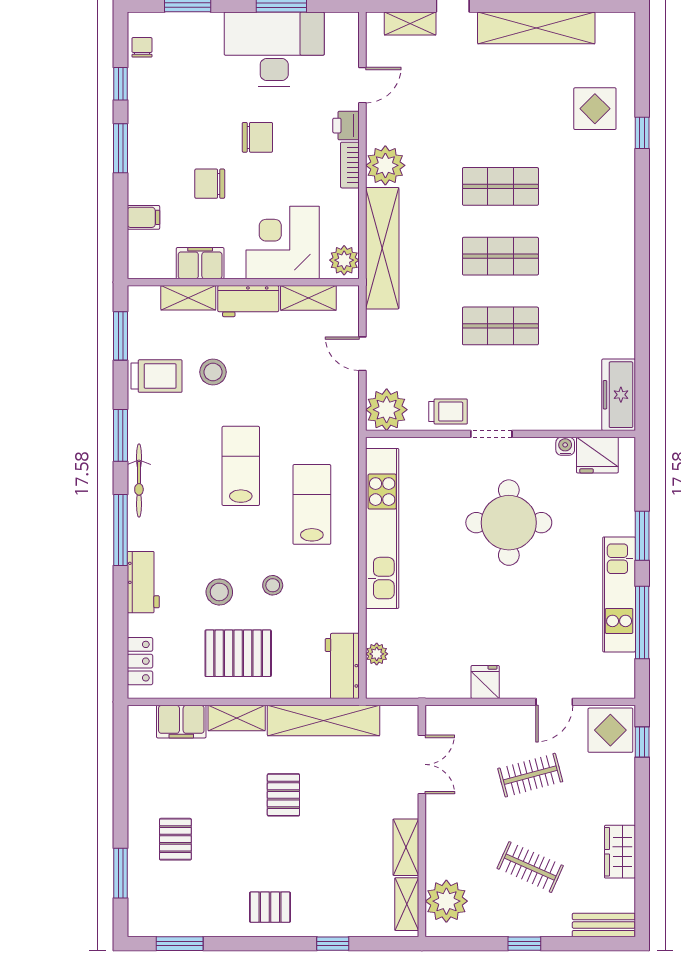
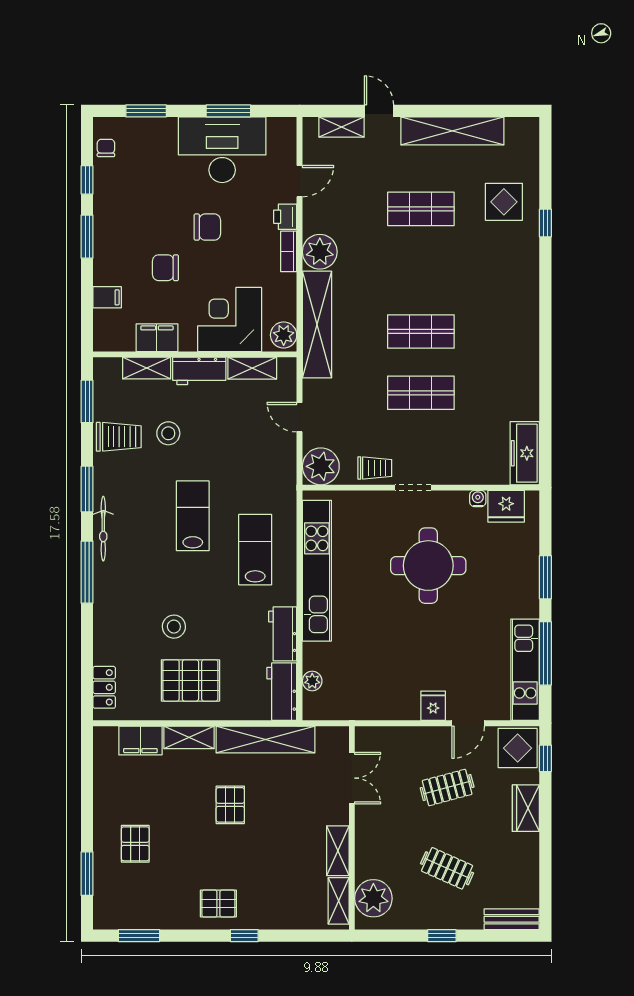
shop shelf: (500, 186) -> (421, 209), moved
workbench: (143, 582) -> (283, 634), moved, turned 180
stool: (273, 585) -> (221, 621), removed
kitchen unit: (619, 594) -> (525, 670), moved
fridge: (485, 682) -> (433, 706), moved
wardrobe: (620, 852) -> (526, 808), moved
window: (333, 944) -> (244, 936), moved

